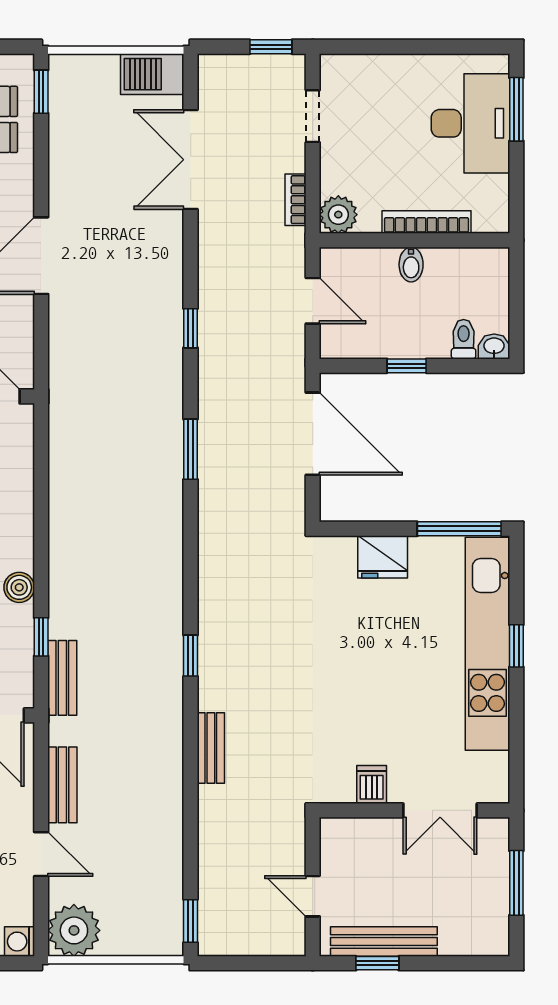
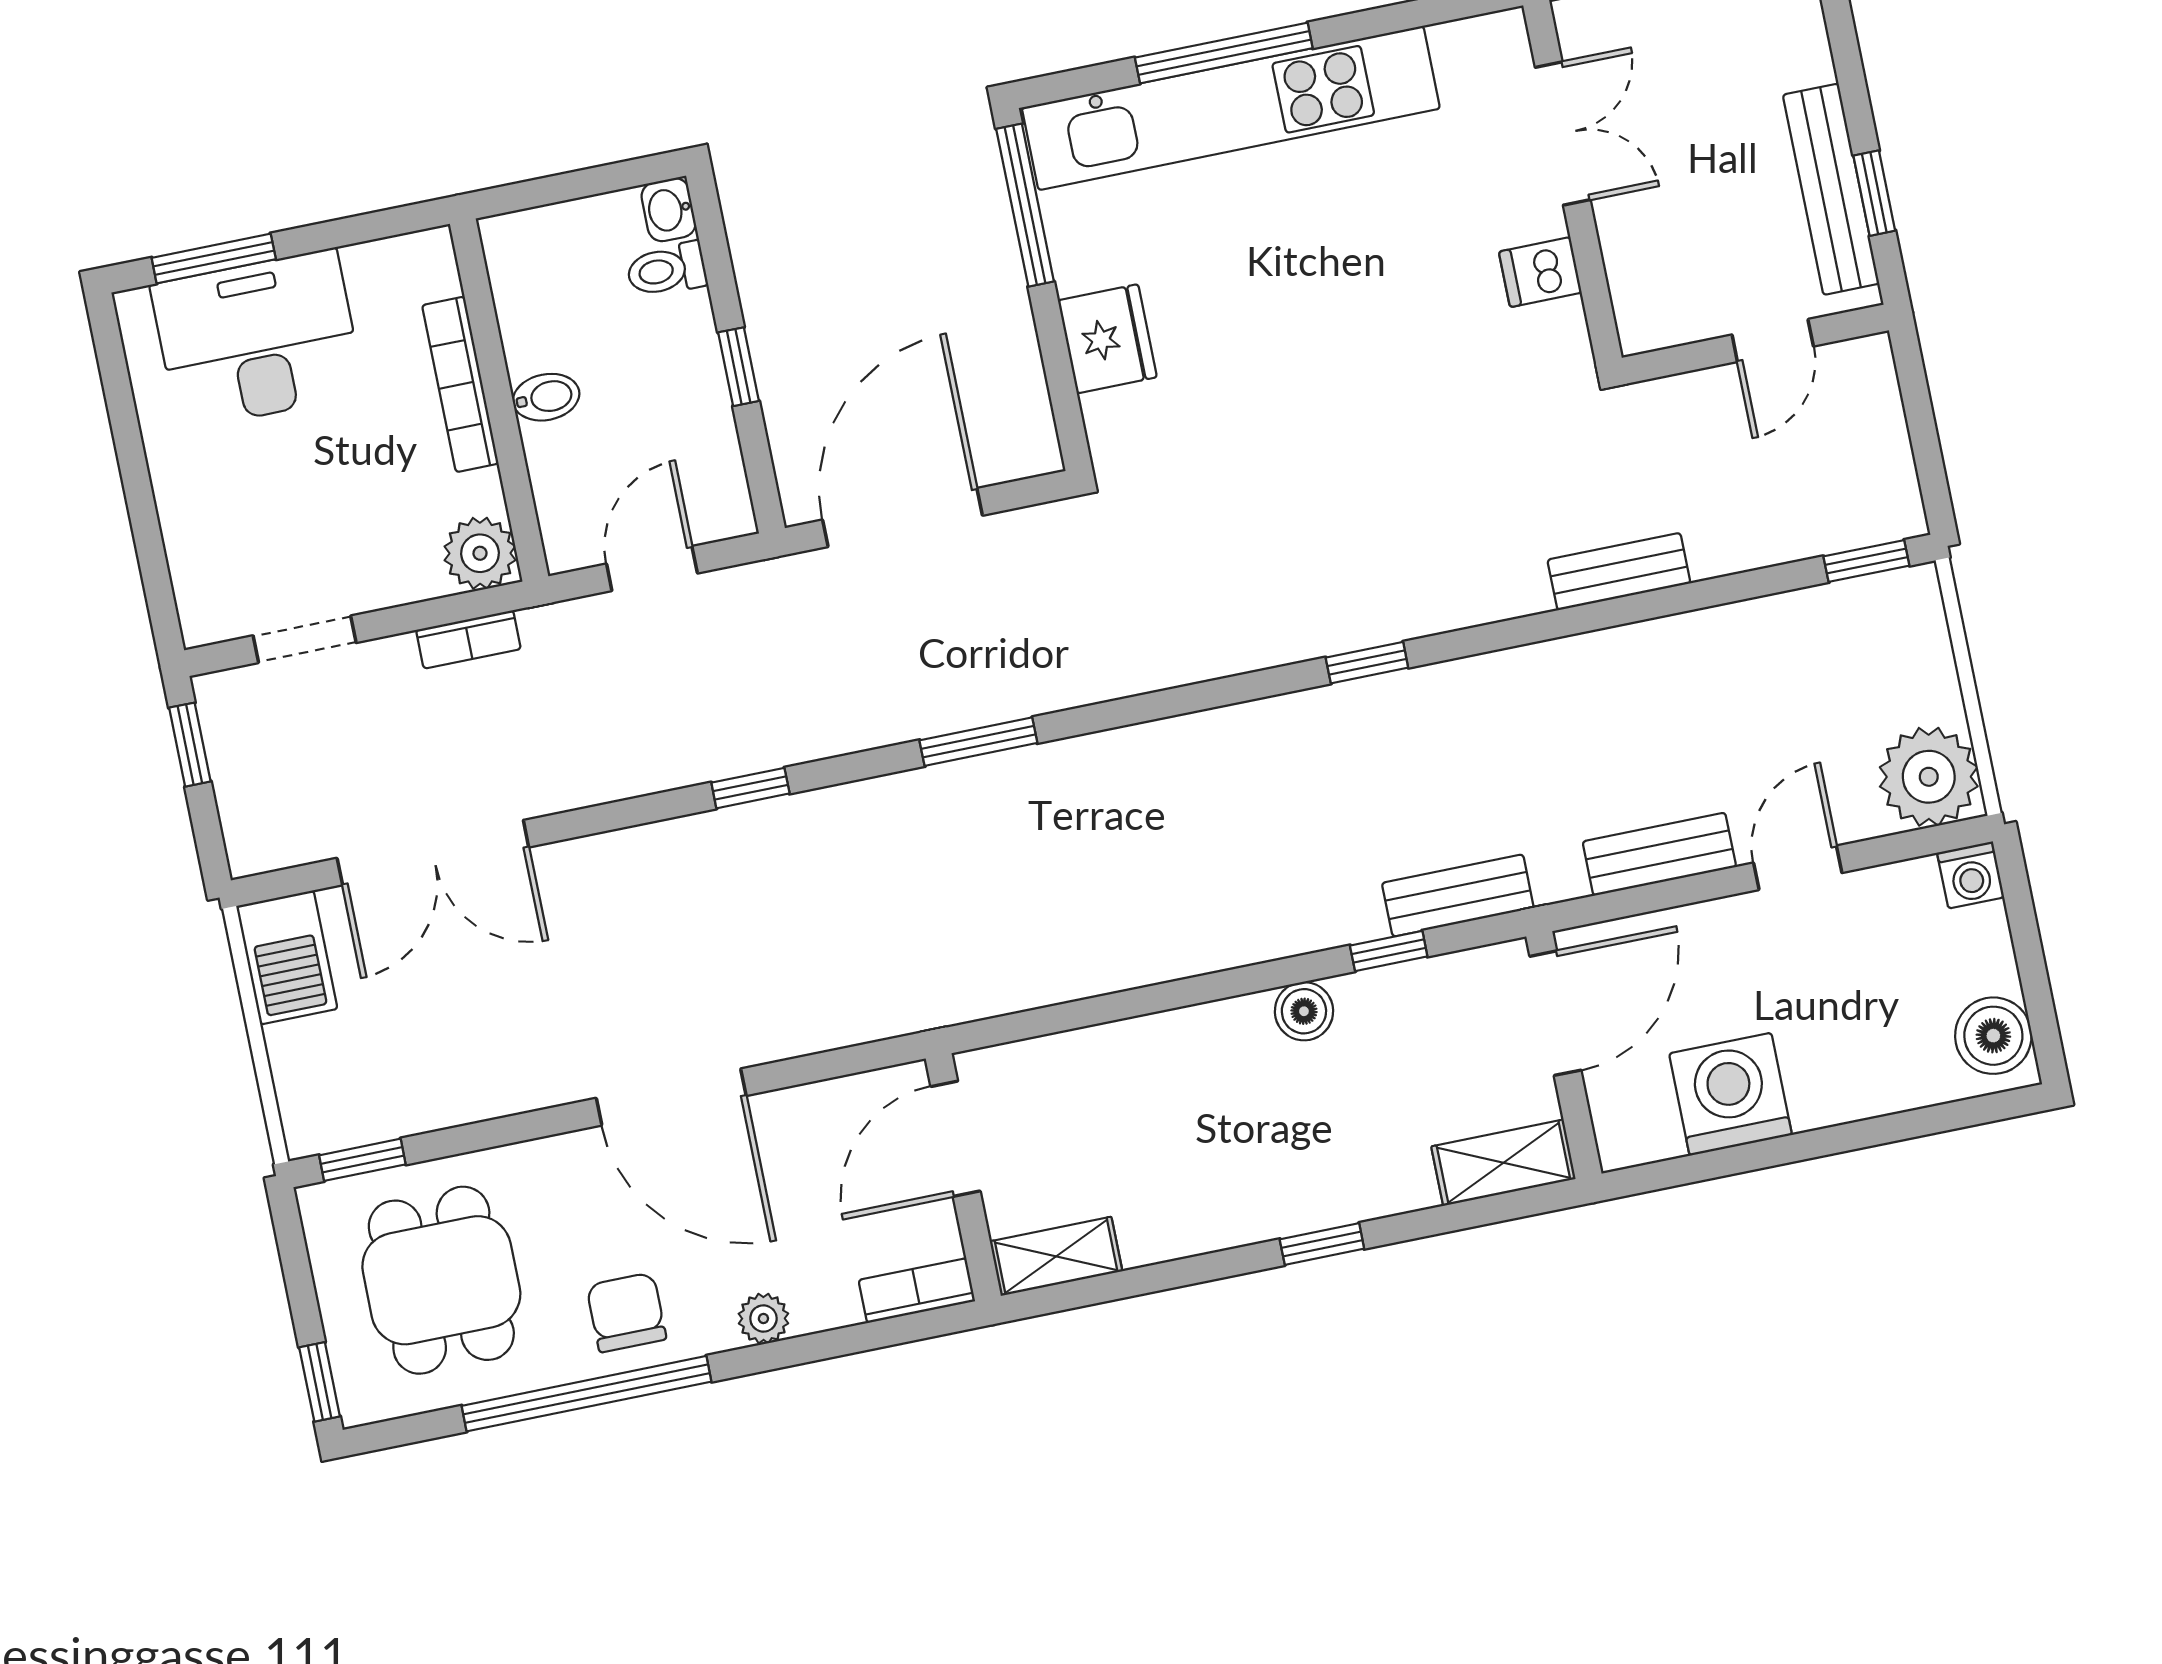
window: (516, 646) -> (1224, 53), width x2.17
bench: (211, 748) -> (1619, 572), moved

